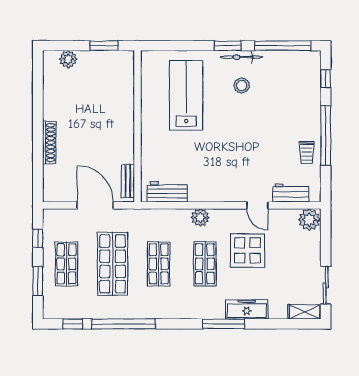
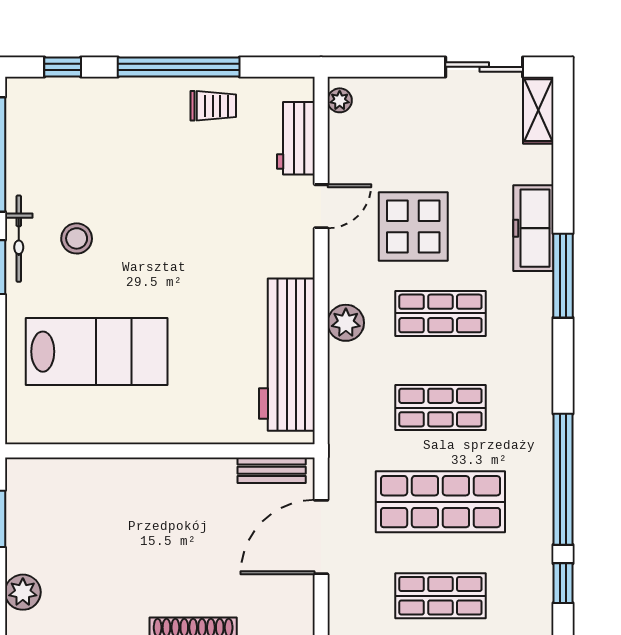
lab bench: (186, 95) -> (97, 352), turned 180
workbench: (167, 192) -> (287, 355), width x1.88, depth x1.32
plant: (309, 220) -> (340, 100), width x0.53, depth x0.53

